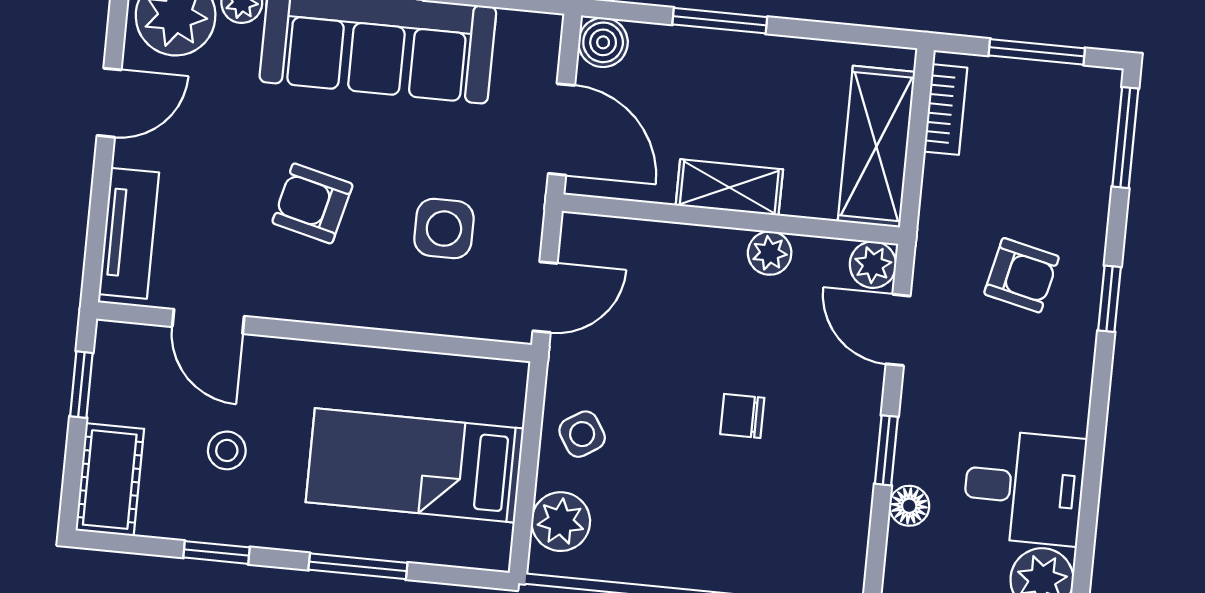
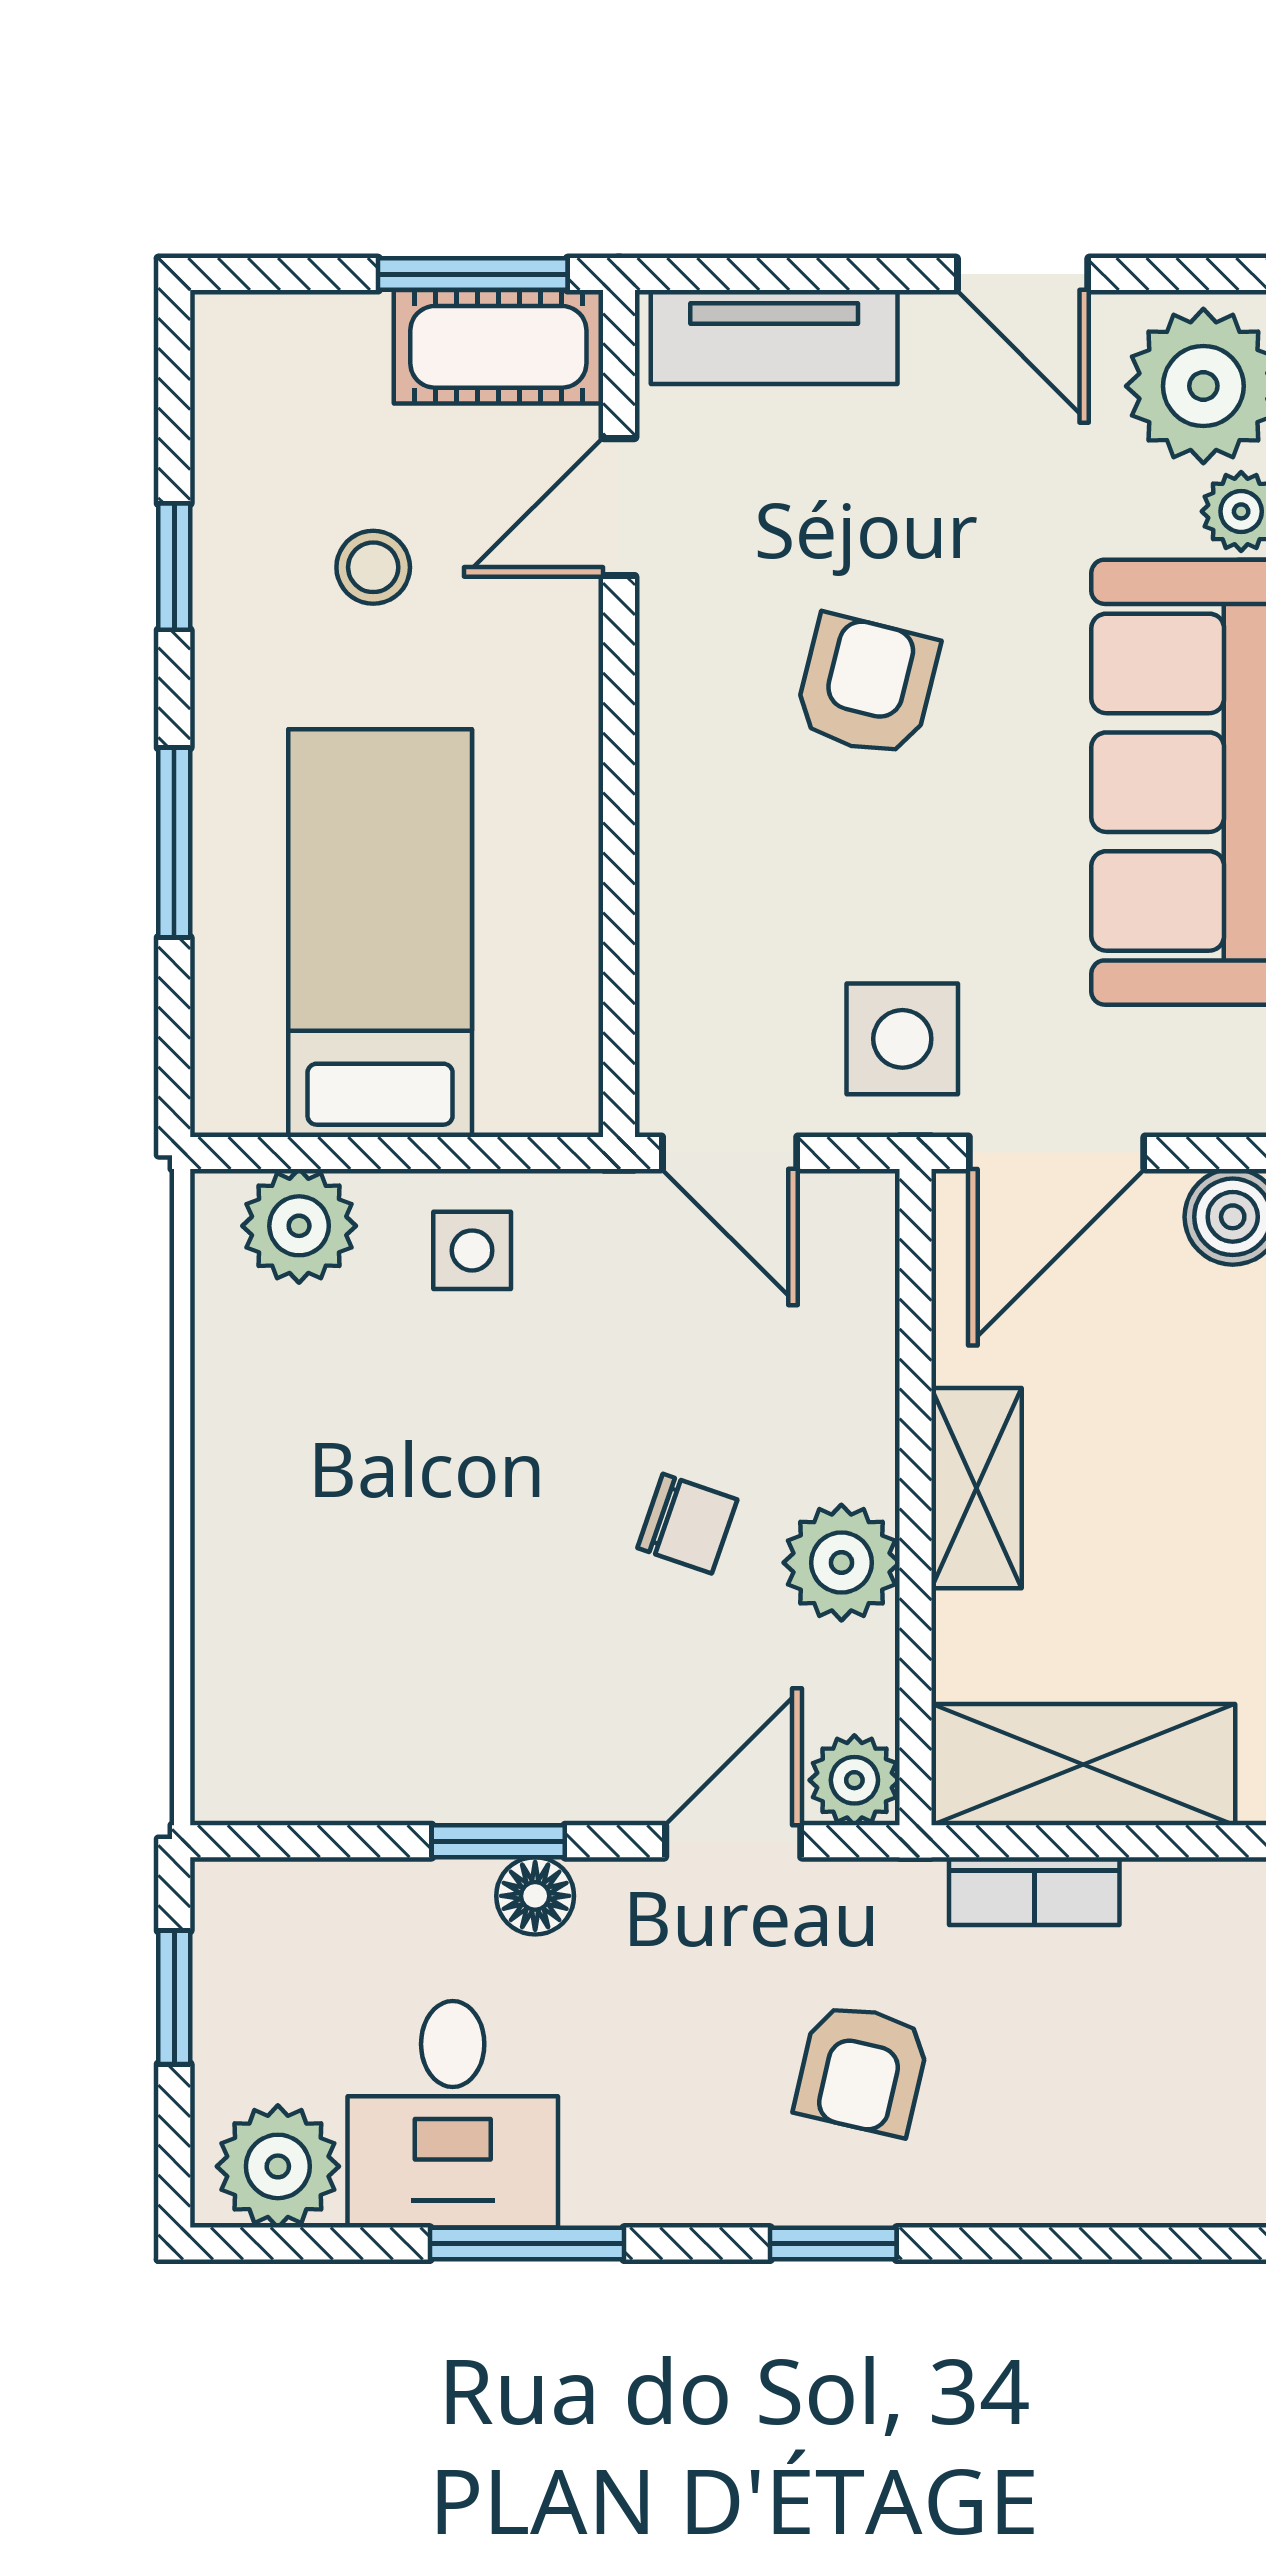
bookcase: (946, 110) -> (1034, 1891), moved
window: (1125, 138) -> (527, 2244), moved
side table: (444, 229) -> (902, 1039), moved
plant: (770, 253) -> (841, 1563), width x1.38, depth x1.38
window: (81, 385) -> (473, 274), width x1.50
chair: (742, 416) -> (687, 1524), moved, turned 109
side table: (582, 434) -> (472, 1250), turned 32
cot: (110, 480) -> (498, 347), moved
floor lamp: (909, 506) -> (535, 1896), moved

